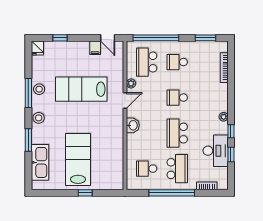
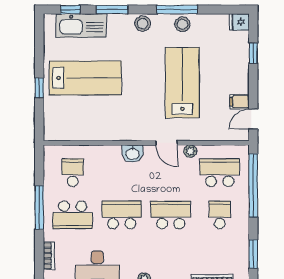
school desk: (177, 98) -> (171, 215), width x1.85
window: (28, 170) -> (70, 10), added
window: (172, 193) -> (39, 207), width x0.68

